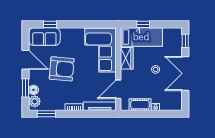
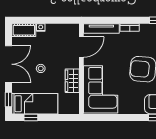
window: (143, 24) -> (31, 117), moved
bed: (141, 37) -> (35, 104), moved, turned 180
cot: (140, 105) -> (24, 30), moved

